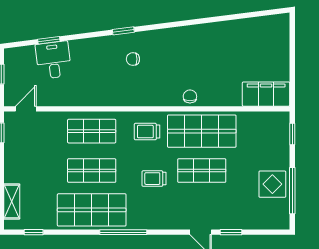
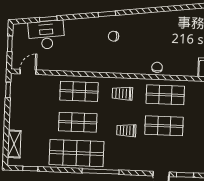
desk: (53, 60) -> (46, 35), width x1.37
shop shelf: (202, 131) -> (165, 95), width x0.70, depth x0.74

